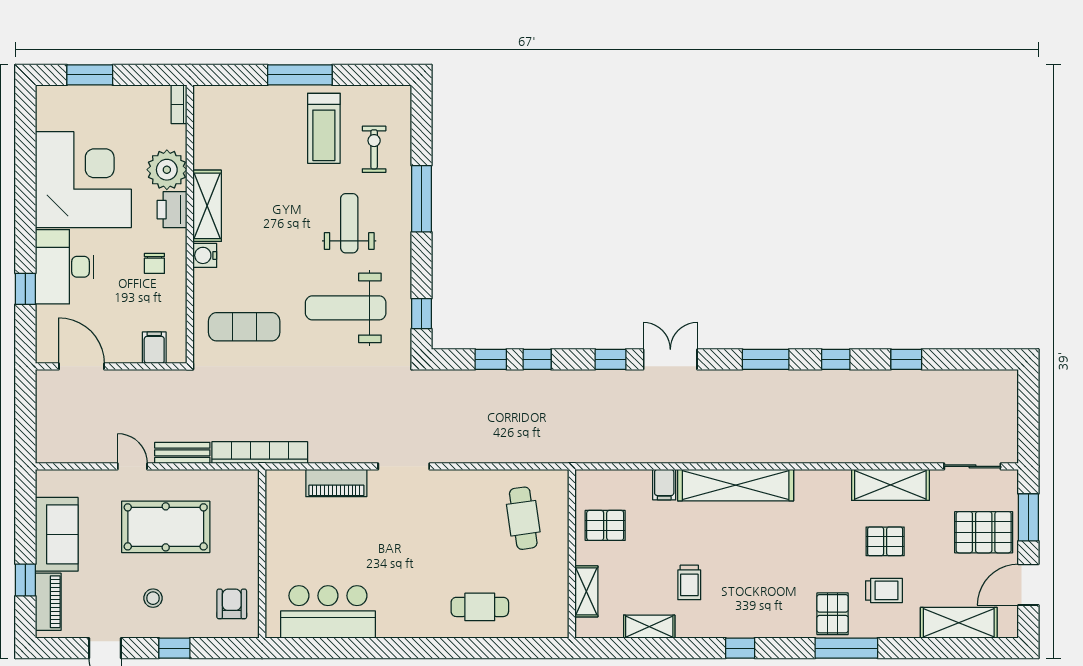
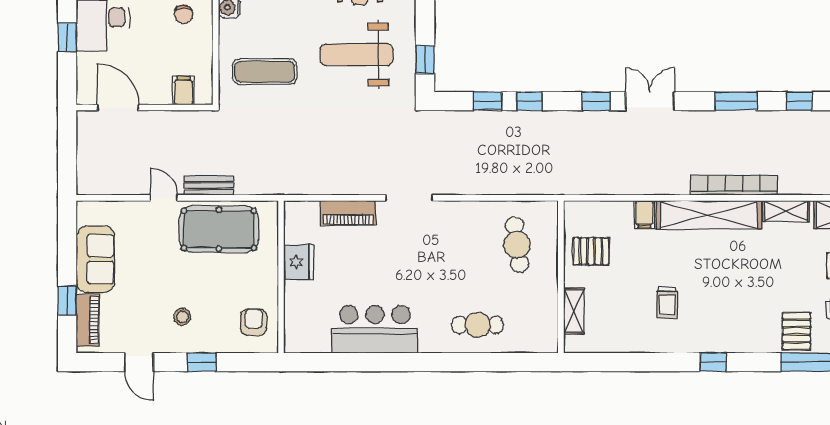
bookcase: (260, 452) -> (734, 185), moved
pool table: (166, 527) -> (219, 229), moved
fridge: (282, 538) -> (299, 262), added
bar counter: (328, 612) -> (375, 329), moved
shelving: (649, 627) -> (786, 211), moved

